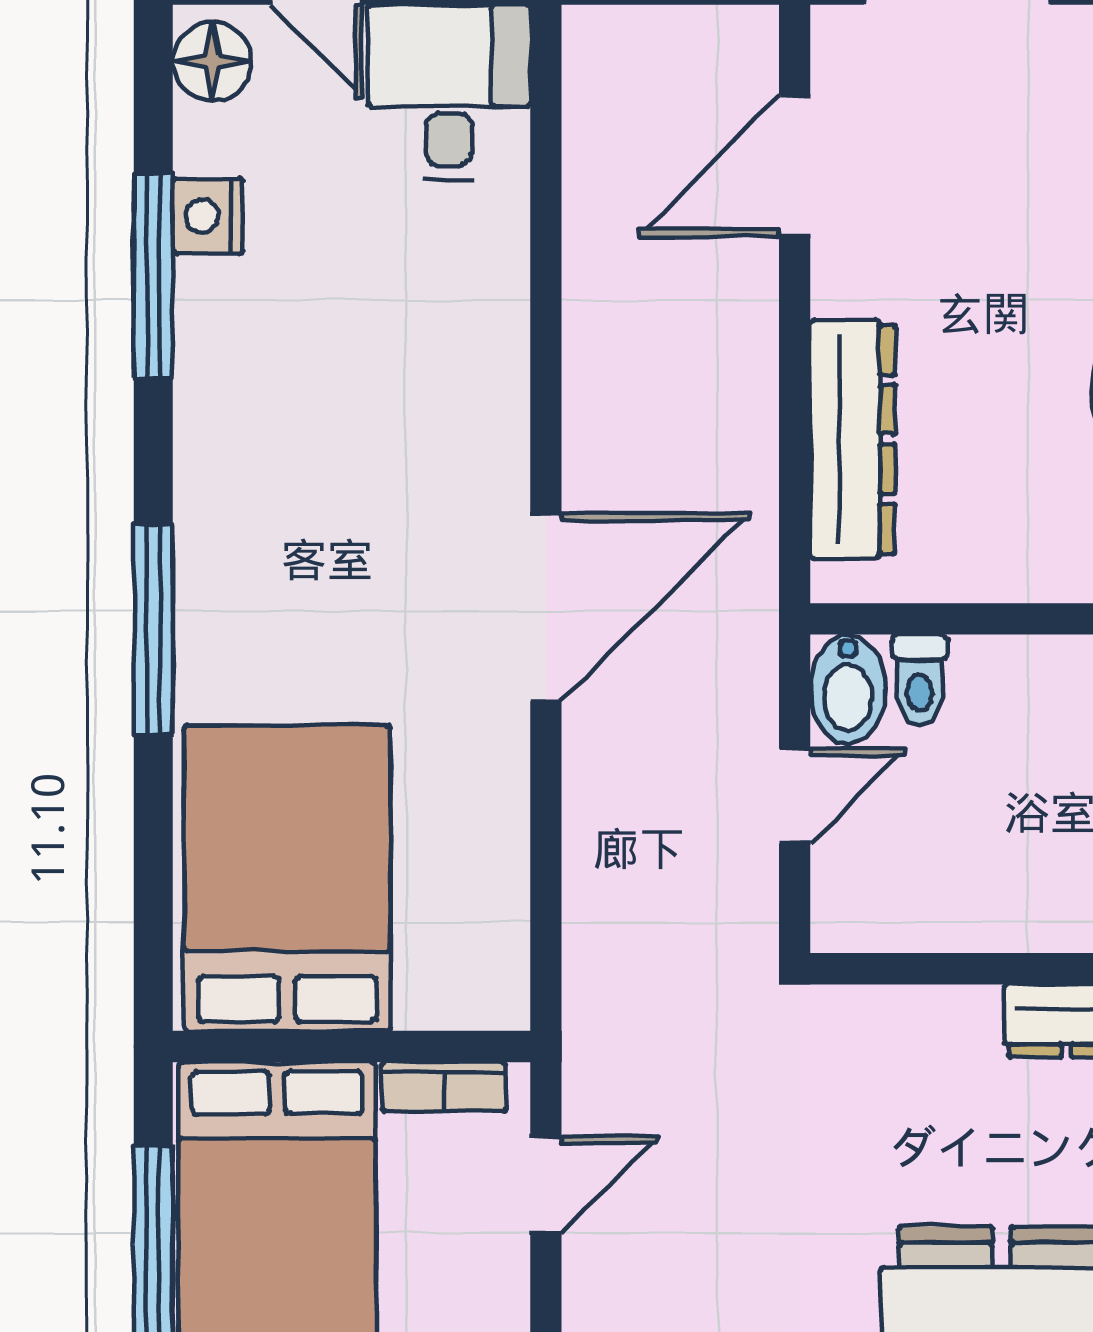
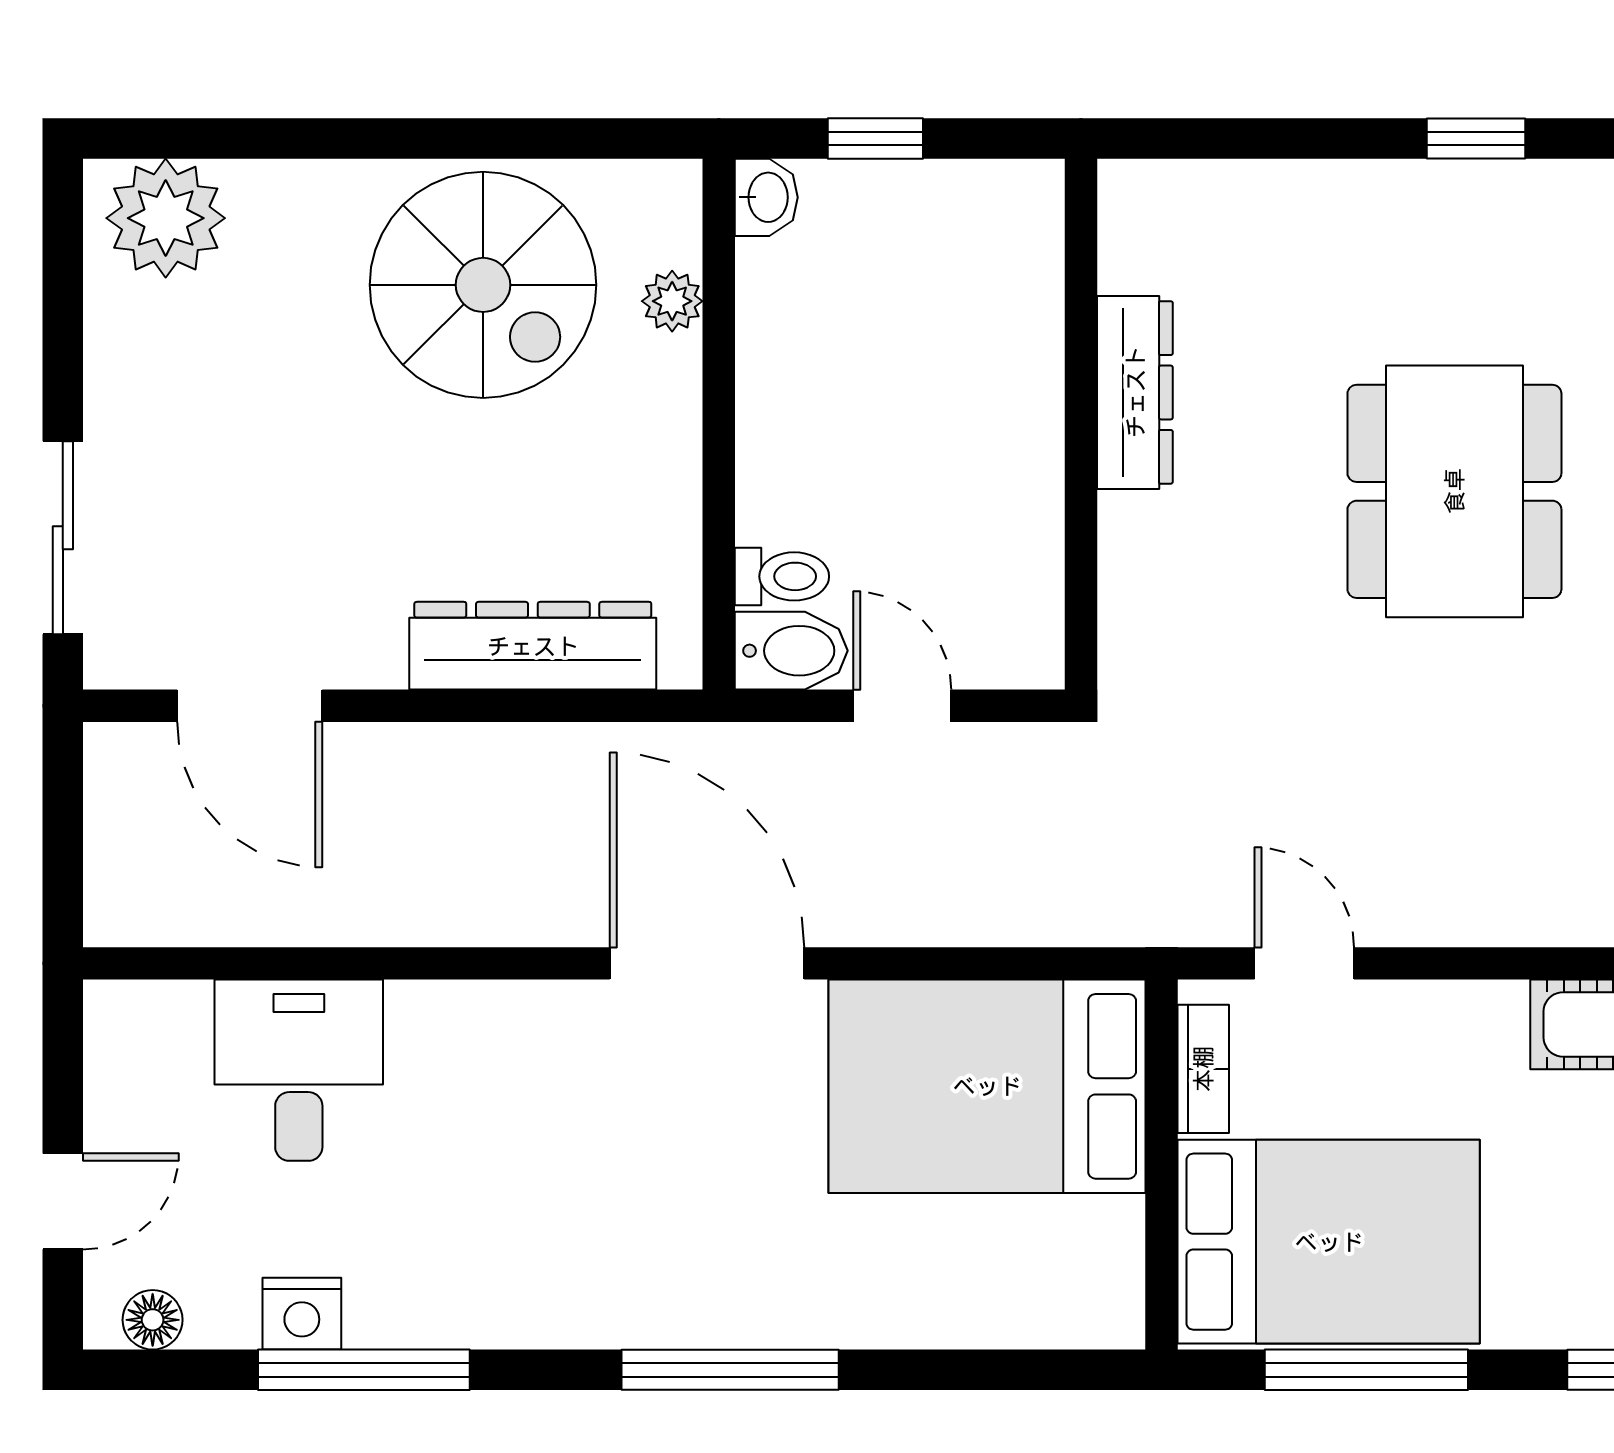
floor lamp: (212, 61) -> (153, 1320), width x0.73, depth x0.73
desk: (449, 92) -> (299, 1070), moved, turned 90
bed: (287, 878) -> (987, 1086), moved

